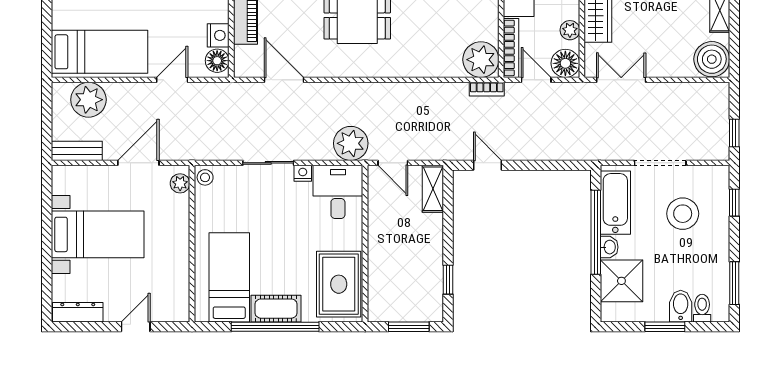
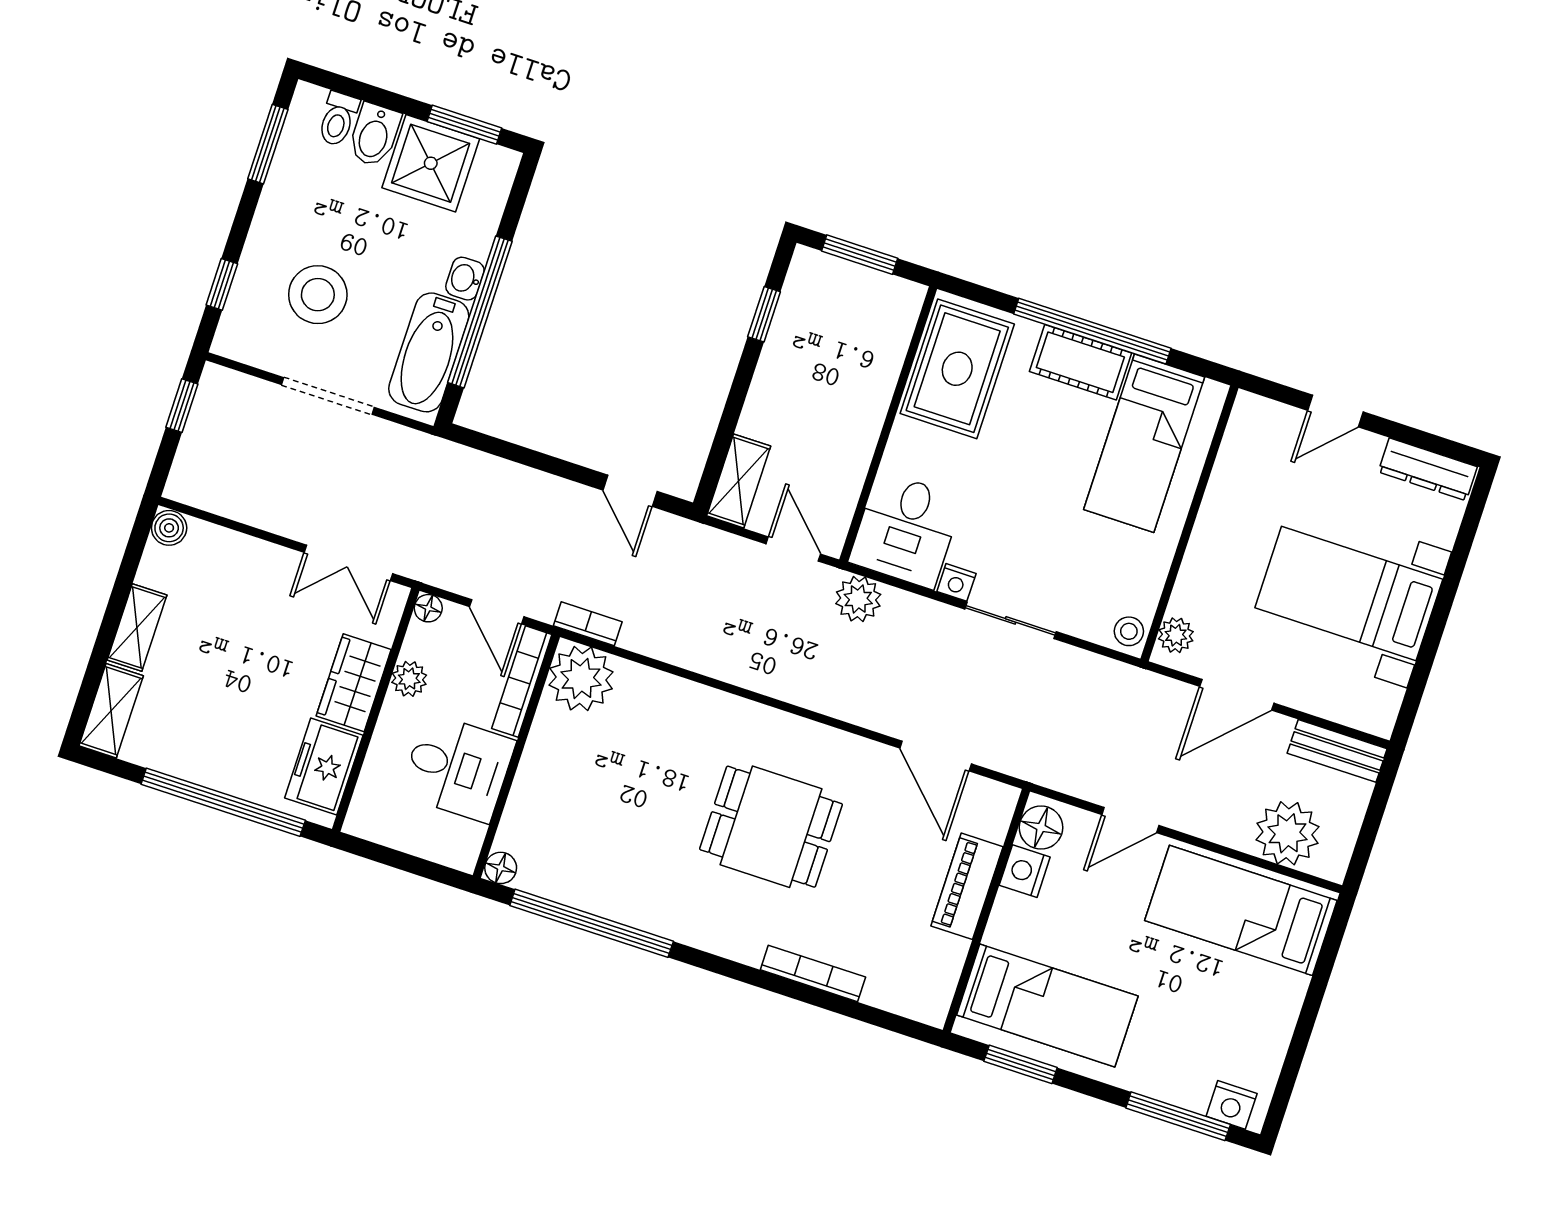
boiler: (712, 59) -> (169, 528), width x0.54, depth x0.54
floor lamp: (565, 63) -> (428, 608), width x0.53, depth x0.53
plant: (351, 143) -> (858, 599), width x0.73, depth x0.73
shower: (621, 281) -> (431, 163), moved
window: (665, 327) -> (464, 125), moved

